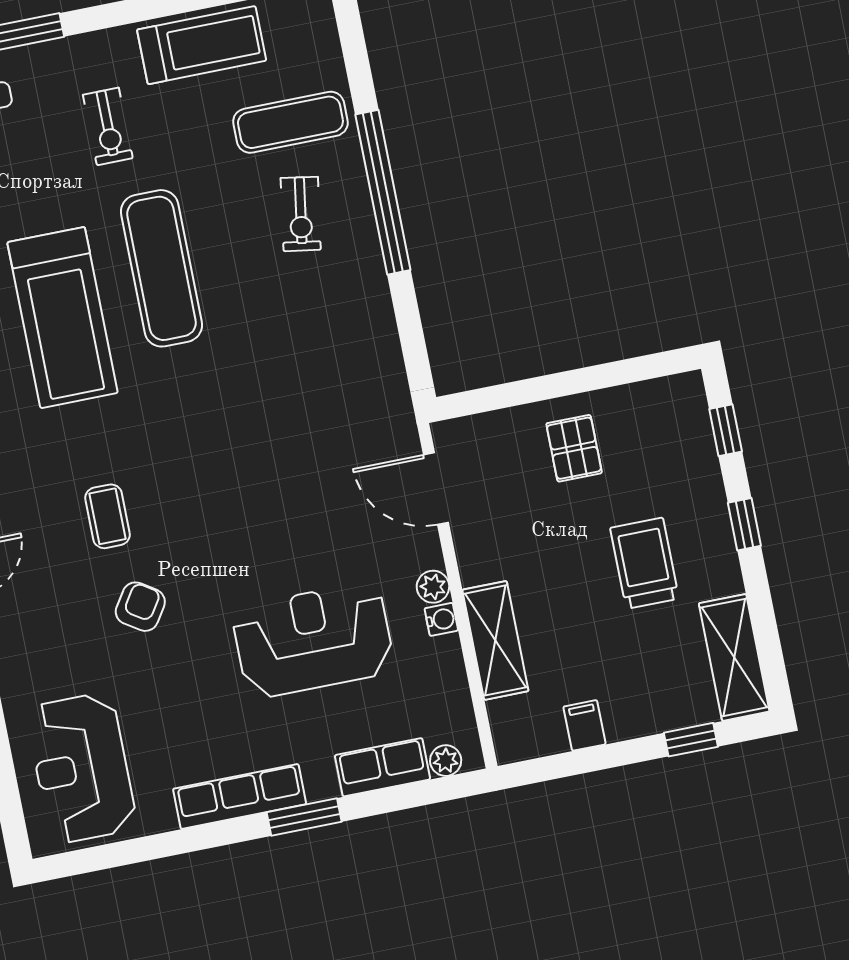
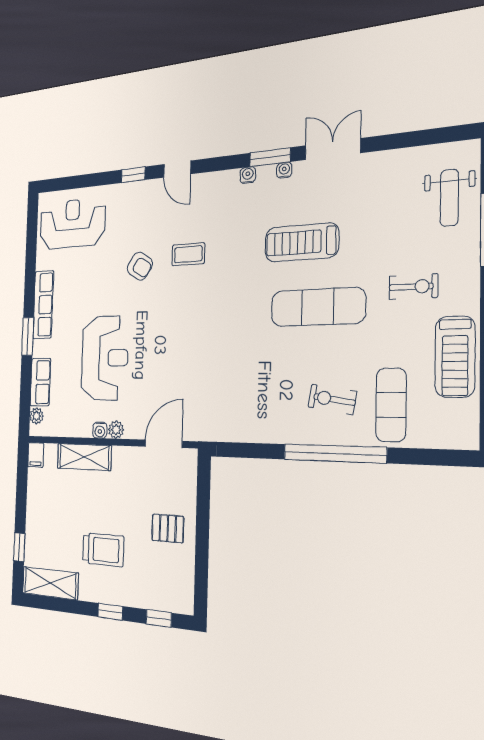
exercise bike: (108, 126) -> (413, 287), turned 180
treadmill: (63, 318) -> (302, 242), width x0.73, depth x0.73
filing cabinet: (585, 725) -> (36, 455), moved, turned 90

